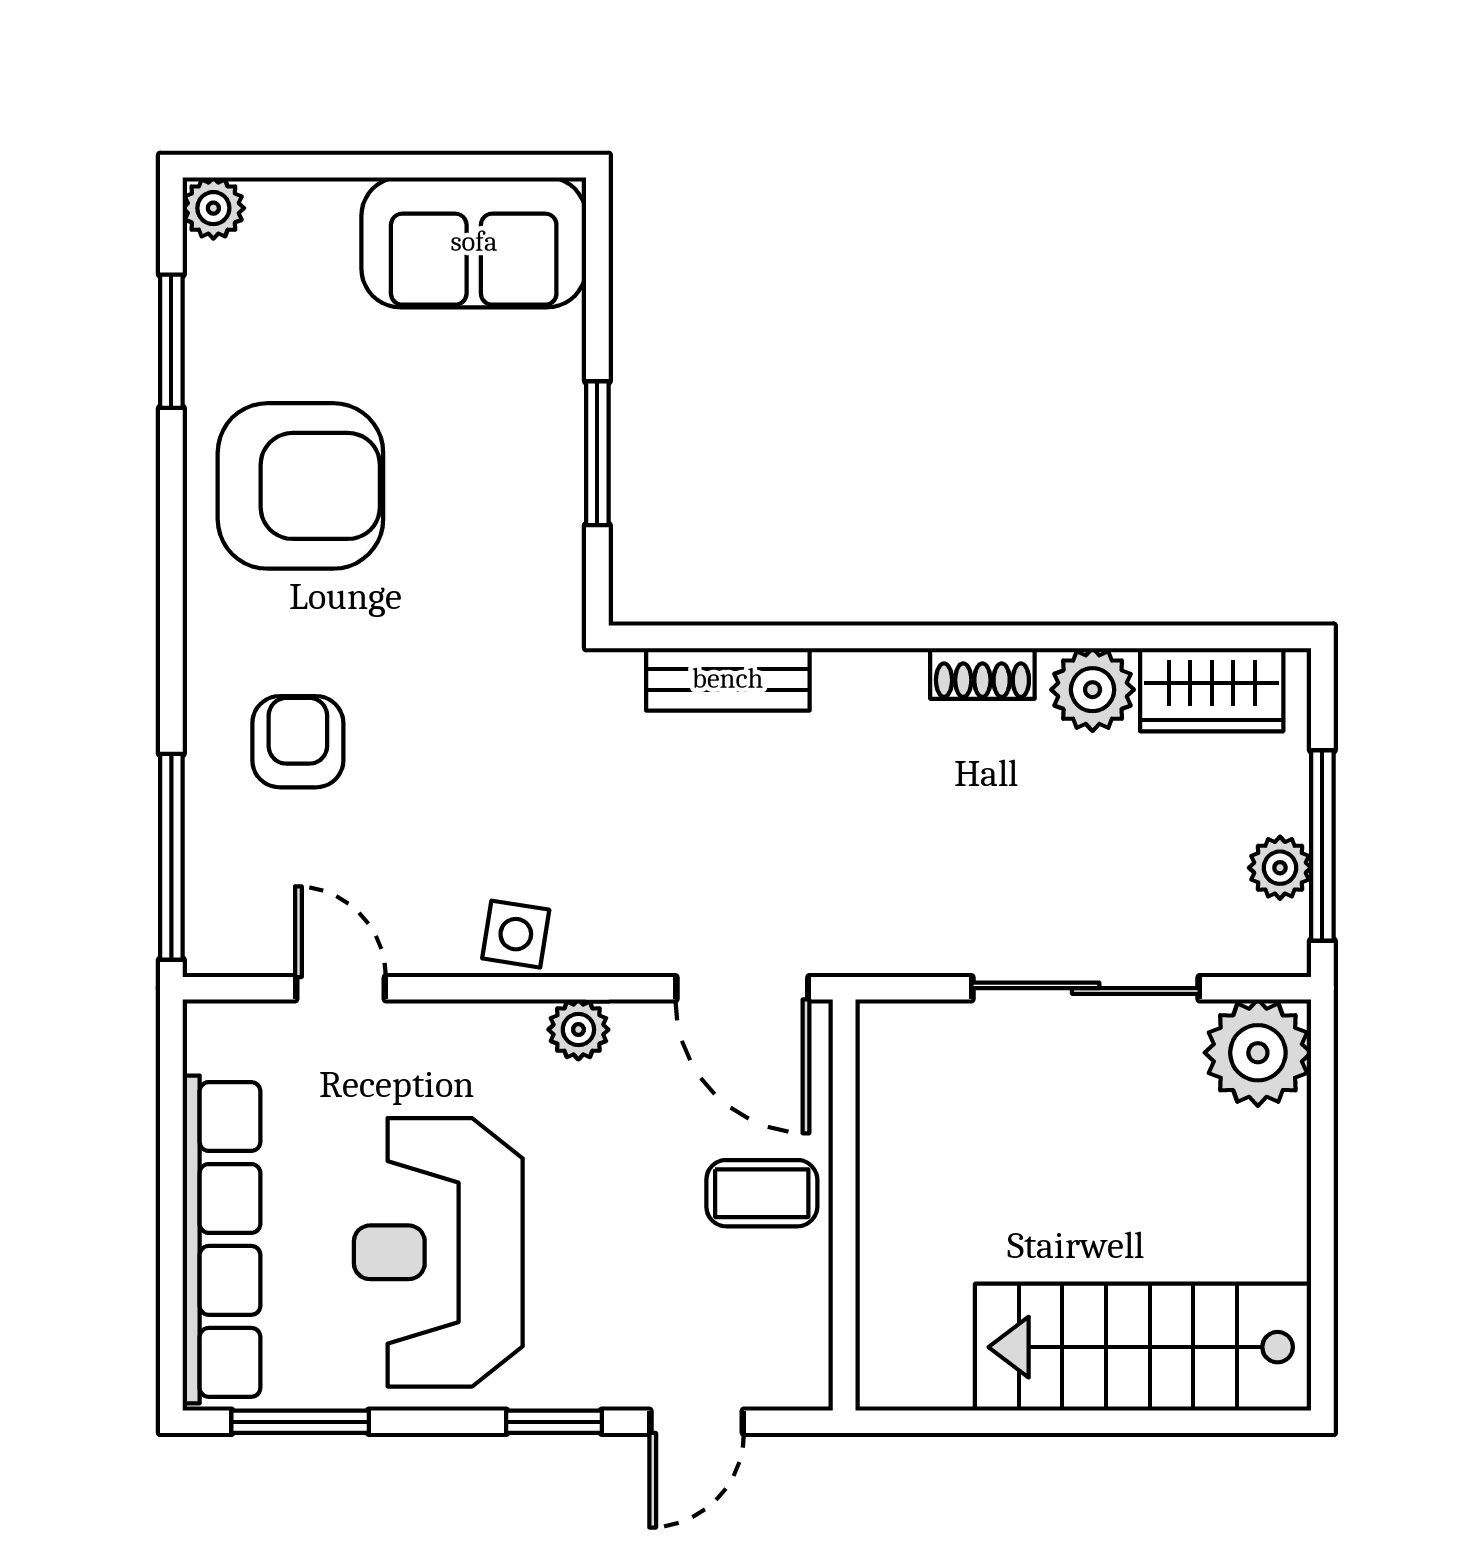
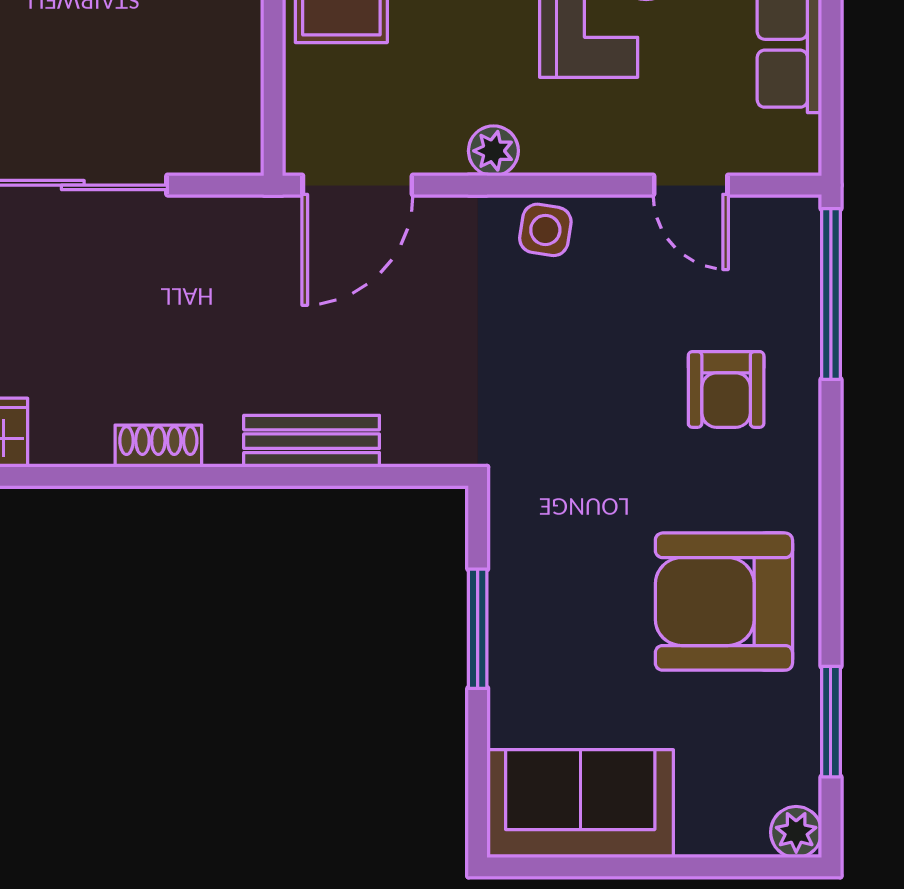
bench: (728, 679) -> (312, 441), moved
plant: (1093, 690) -> (67, 433), removed
door: (742, 988) -> (357, 185), swing flipped

